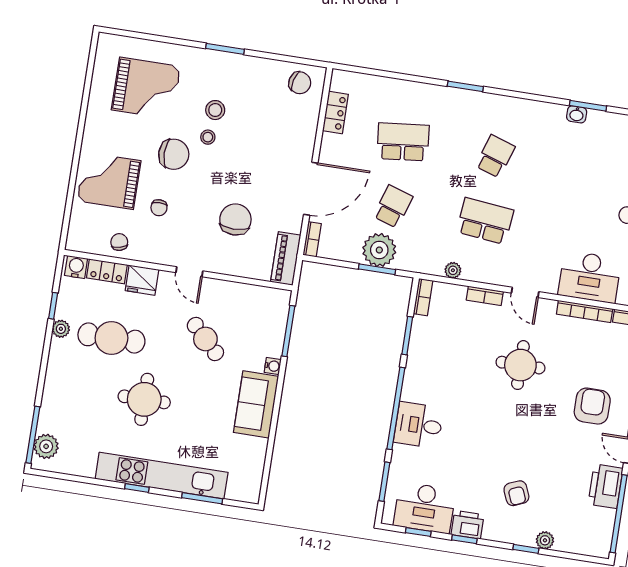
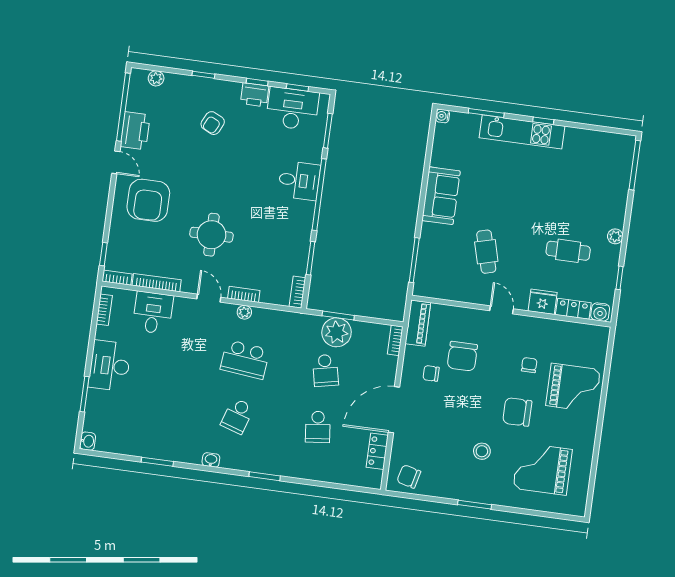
washbasin: (577, 114) -> (211, 460), moved
stool: (208, 137) -> (488, 427), removed
school desk: (403, 142) -> (318, 427), width x0.54
door: (311, 189) -> (394, 410), moved
school desk: (393, 207) -> (325, 370), turned -30
chair: (119, 242) -> (431, 373), moved, turned 105
plant: (453, 270) -> (244, 312), moved
desk: (590, 277) -> (153, 313), width x0.73
plant: (61, 329) -> (615, 236), moved
cafe table: (111, 338) -> (568, 251), width x0.73, depth x0.74
cafe table: (205, 339) -> (486, 252), turned 30
water cooler: (273, 366) -> (443, 116), moved
round table: (144, 399) -> (538, 198), removed
armchair: (592, 406) -> (148, 200), width x1.36, depth x1.36
plant: (46, 446) -> (623, 155), removed
kitchen unit: (162, 476) -> (522, 132), width x0.73
armchair: (516, 493) -> (213, 123), turned -131
plant: (545, 540) -> (156, 78), moved

